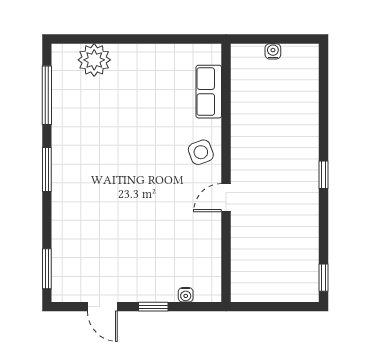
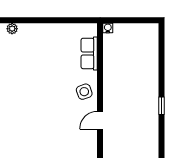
water cooler: (273, 51) -> (108, 28), moved
plant: (94, 60) -> (12, 29), width x0.53, depth x0.53

